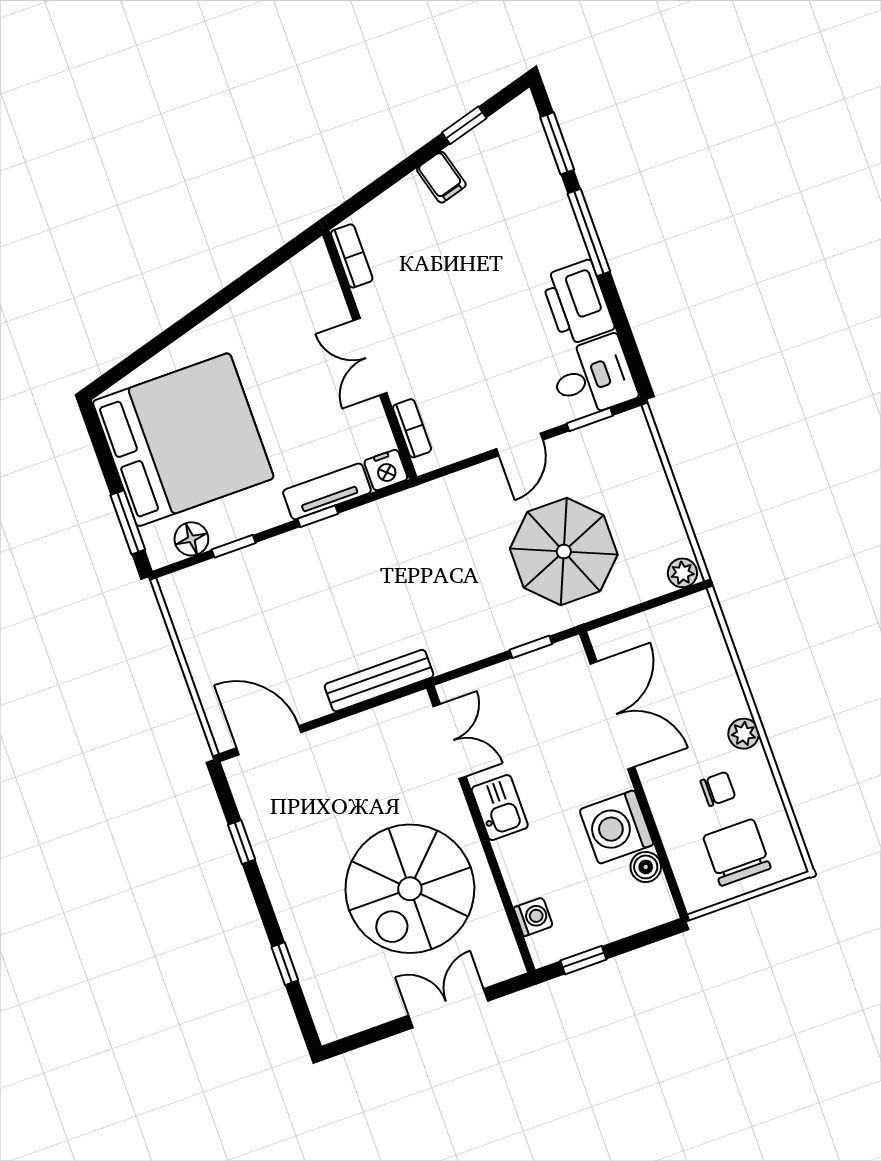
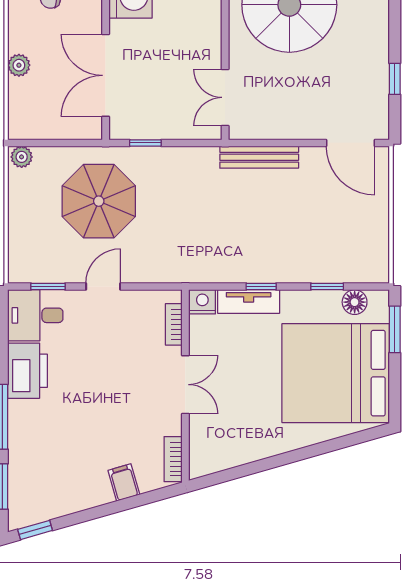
window: (464, 125) -> (35, 530), moved
filing cabinet: (441, 177) -> (124, 482), moved
plant: (744, 734) -> (19, 65), moved
kitchen sink: (500, 808) -> (207, 39), removed

